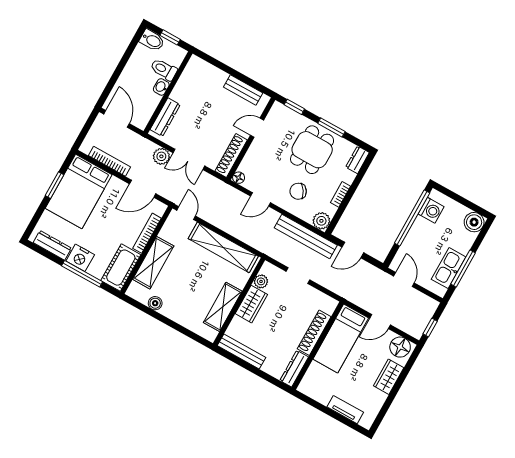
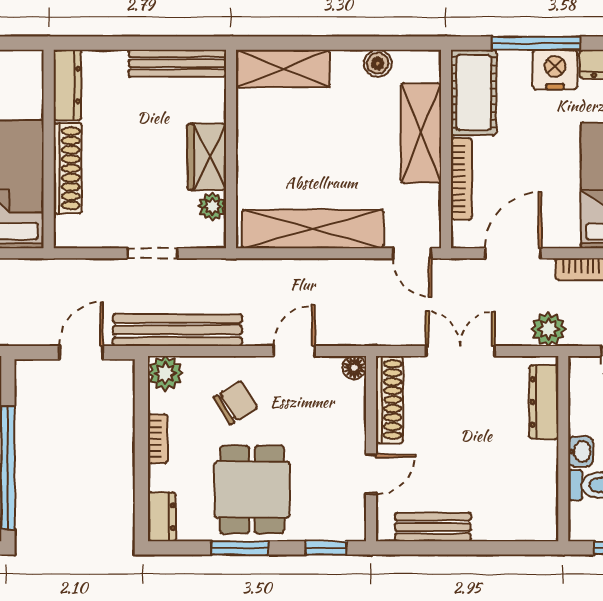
plant: (161, 156) -> (548, 329), moved
shelving: (223, 307) -> (283, 68), moved, turned 90

